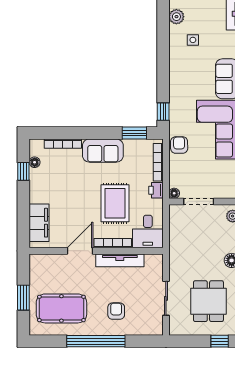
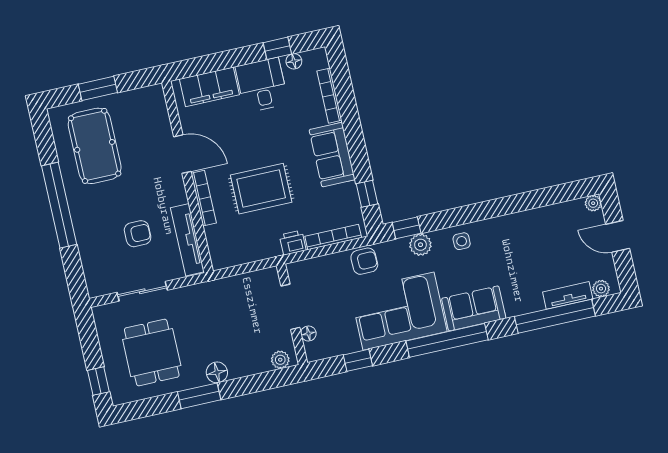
plant: (176, 17) -> (420, 245), moved
side table: (193, 40) -> (462, 241), moved
window: (134, 133) -> (367, 194), width x0.67
floor lamp: (174, 193) -> (308, 333), moved
desk: (148, 232) -> (262, 85), moved, turned 90
tv unit: (120, 260) -> (187, 240), moved
dining table: (208, 301) -> (152, 353), turned 90
armchair: (116, 311) -> (138, 234), moved

